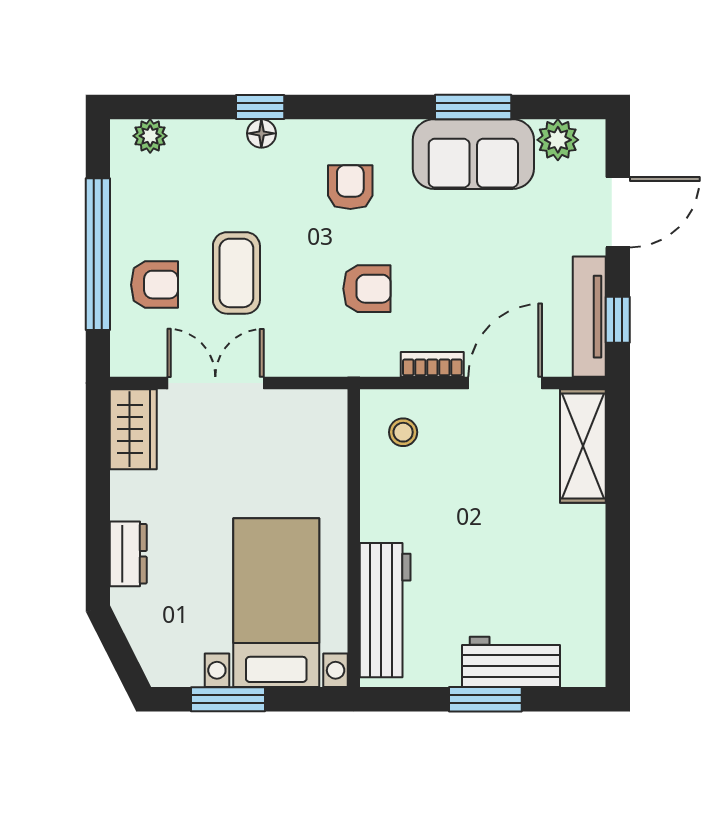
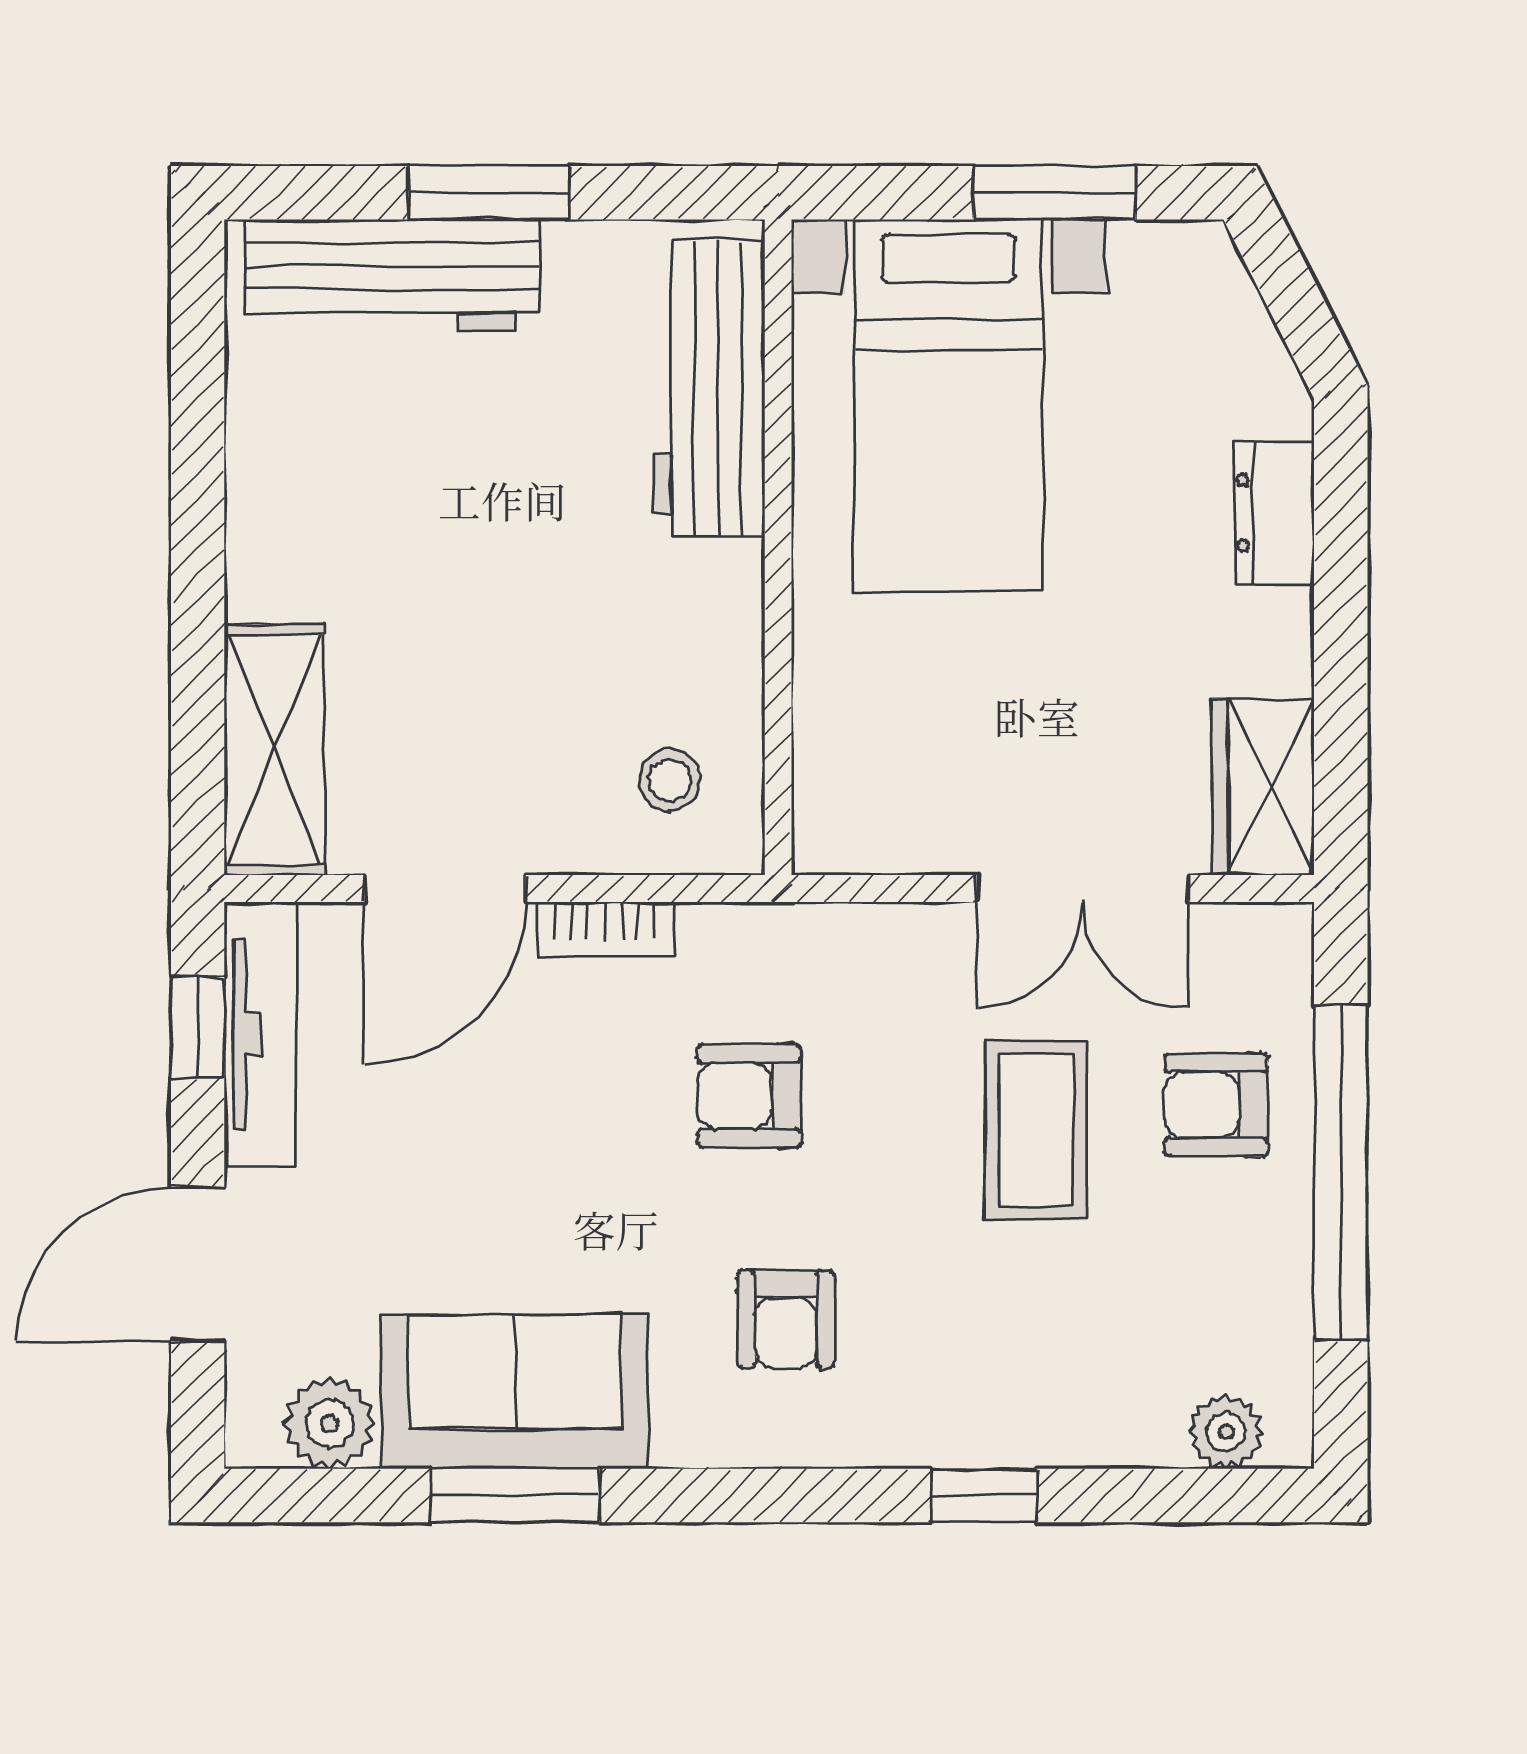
floor lamp: (261, 133) -> (981, 1437), removed
workbench: (511, 662) -> (392, 275), width x1.38

